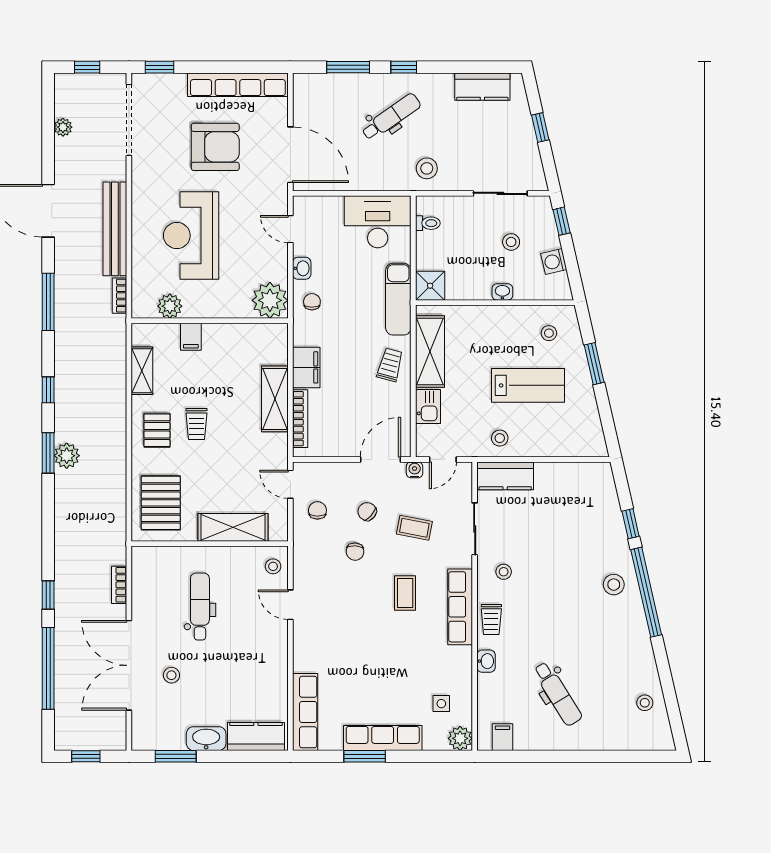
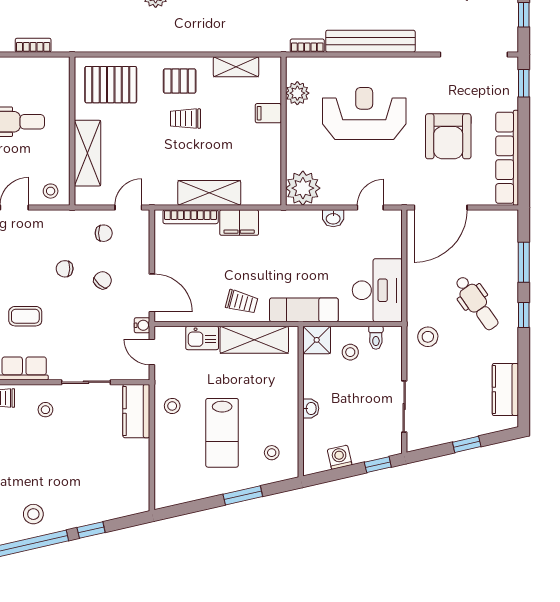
stool: (511, 242) -> (350, 352), moved
chair: (312, 302) -> (301, 228), removed
coffee table: (414, 528) -> (87, 325), removed

